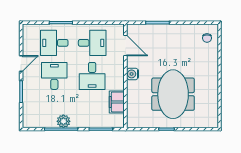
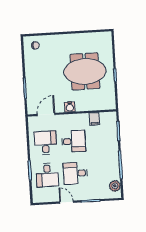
filing cabinet: (117, 102) -> (94, 119), width x0.50
plant: (63, 121) -> (115, 186), moved

